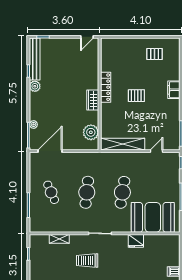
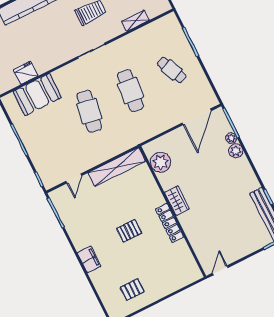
plant: (35, 86) -> (236, 151), moved
booth: (153, 217) -> (37, 95), width x0.73, depth x0.70
fridge: (136, 241) -> (26, 73), moved

